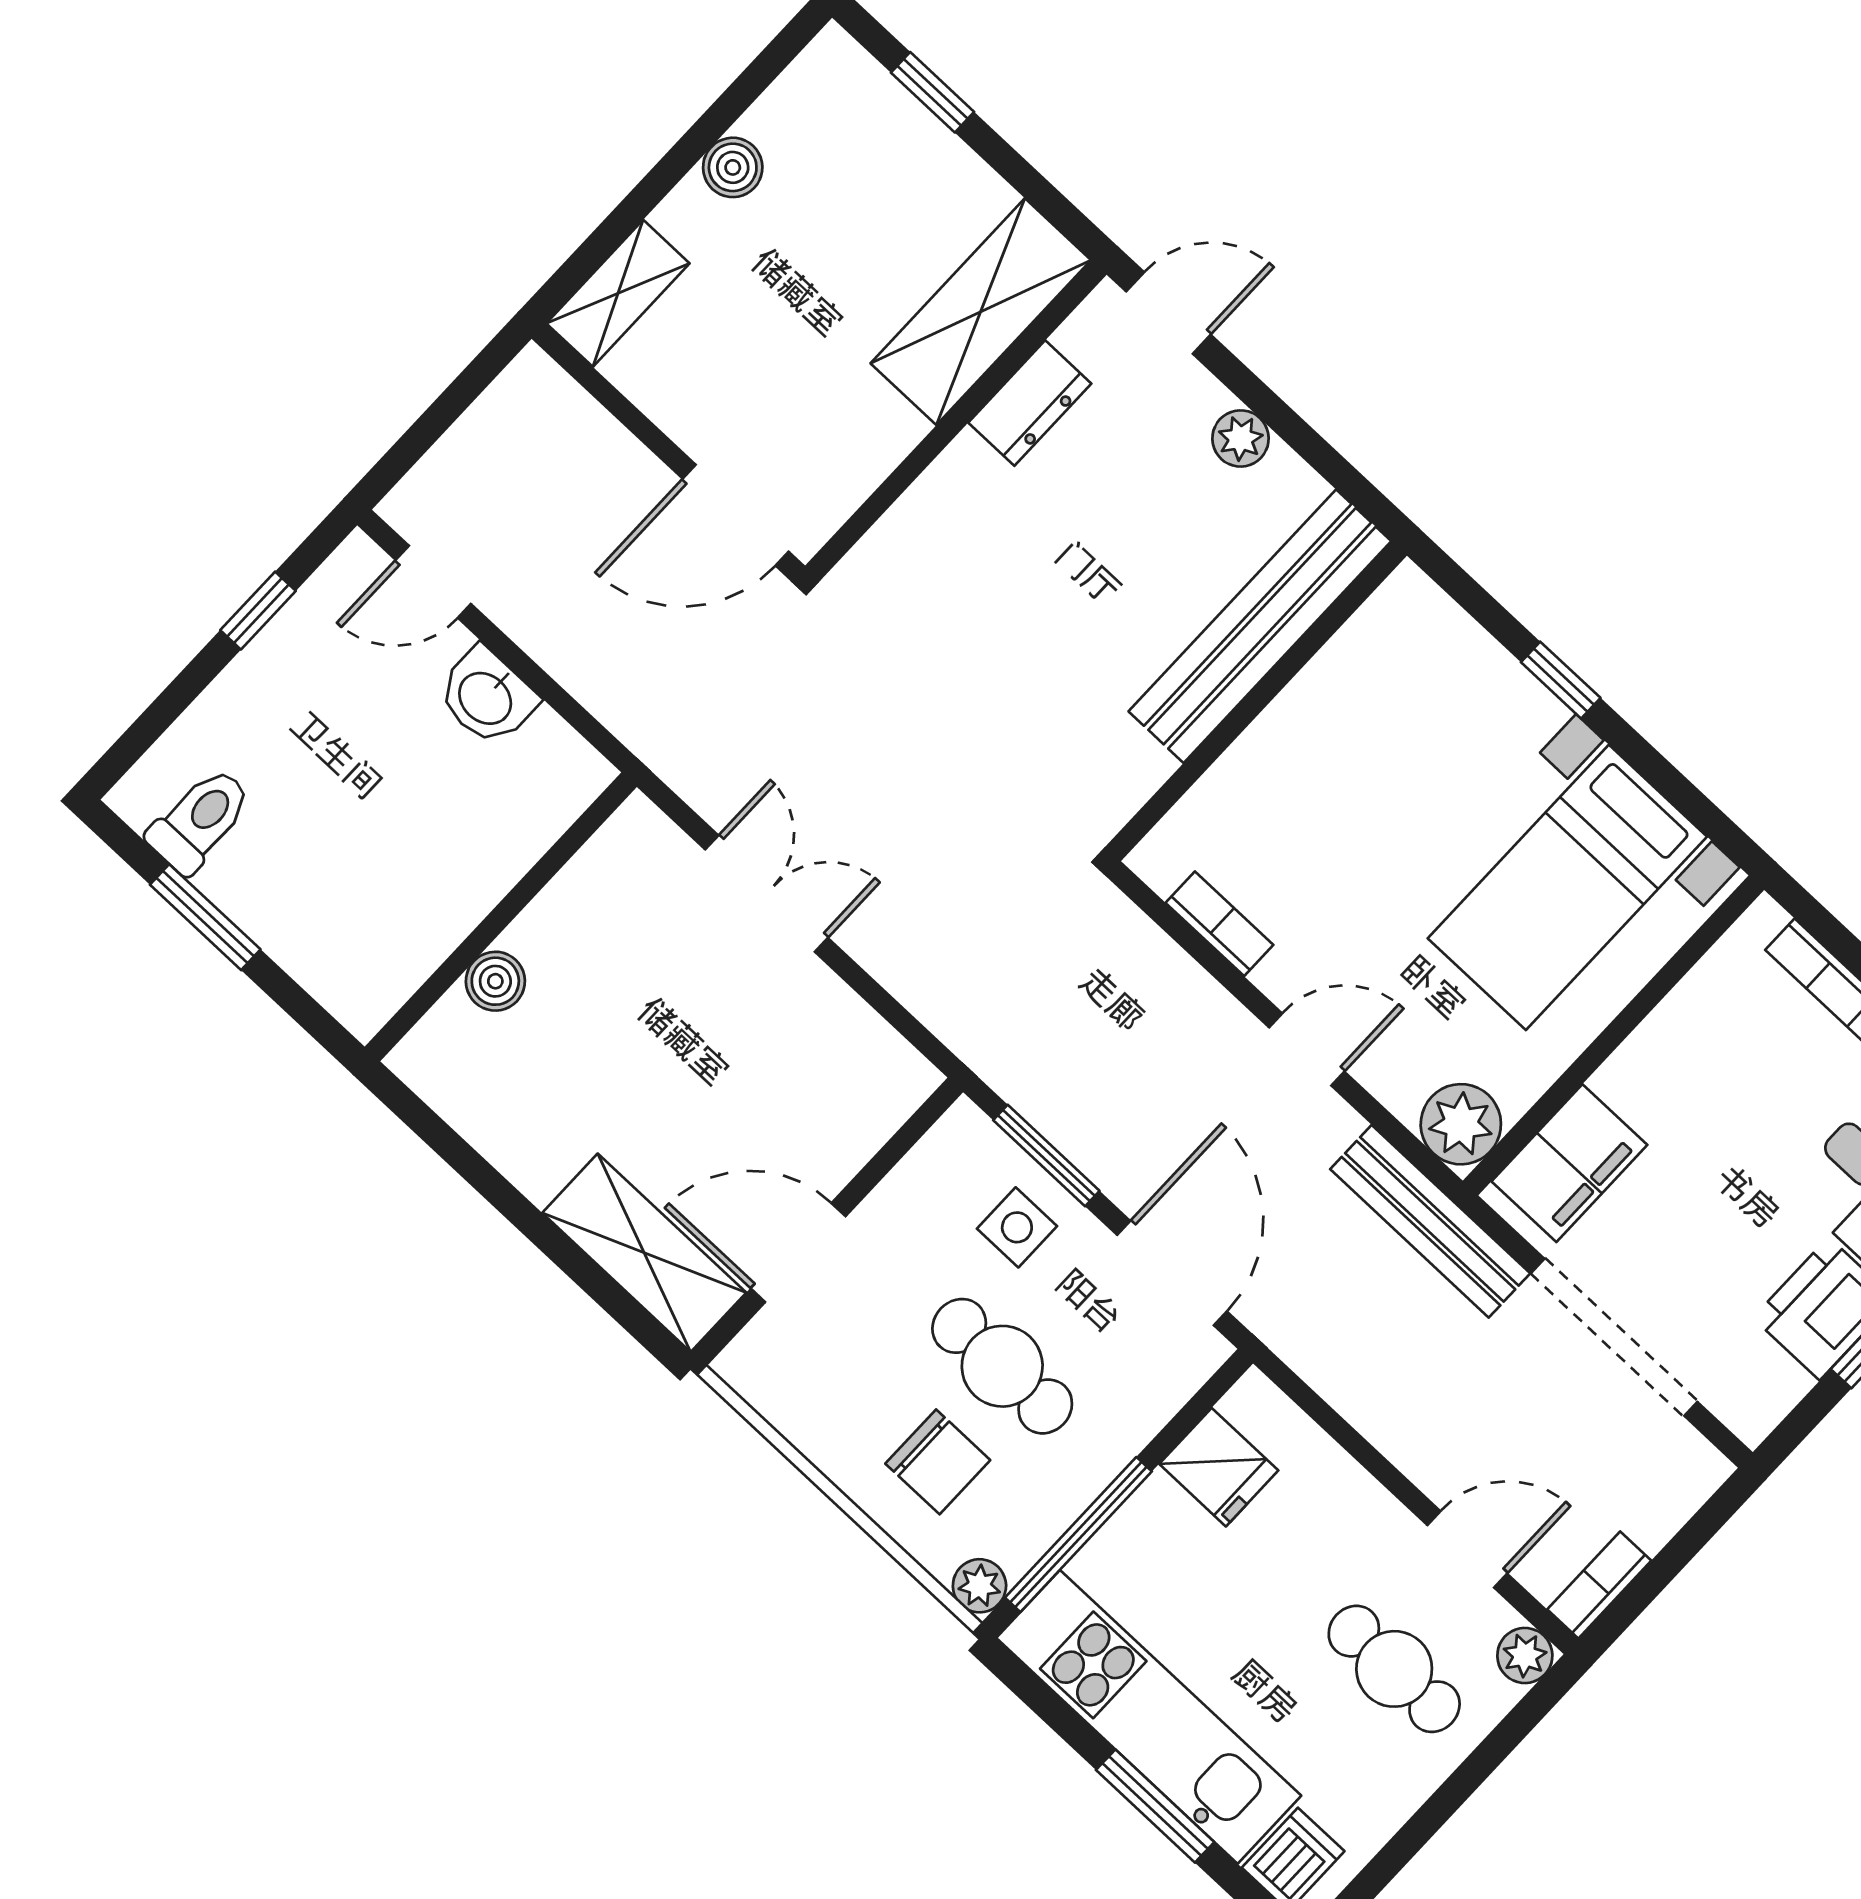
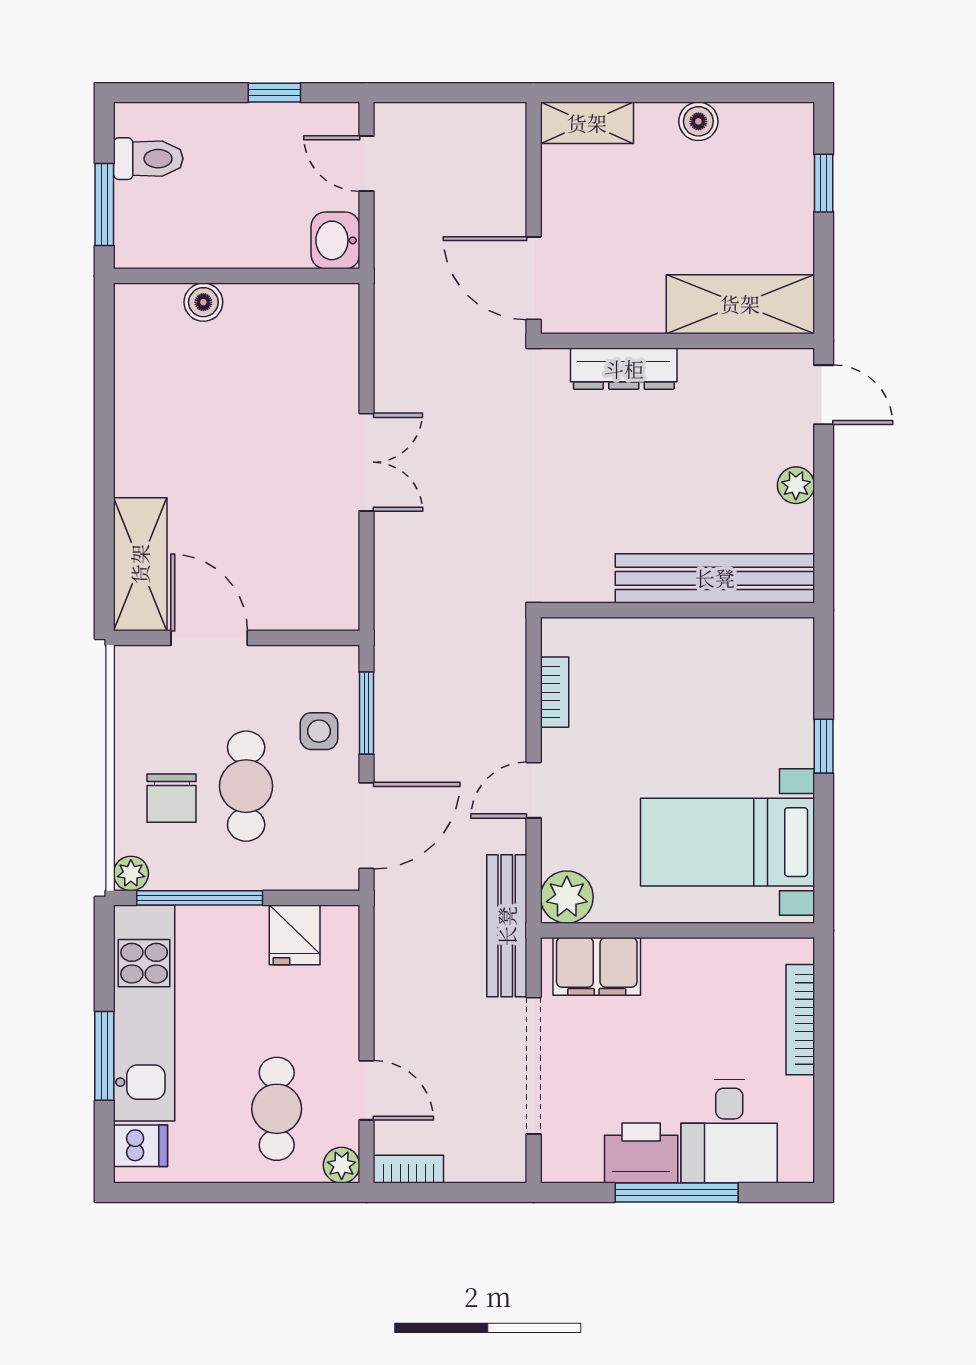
dresser: (1030, 403) -> (624, 369), moved, width x1.44
wall: (501, 917) -> (237, 276), moved
boiler: (495, 981) -> (203, 302), moved
door: (1307, 1050) -> (534, 790), swing flipped

